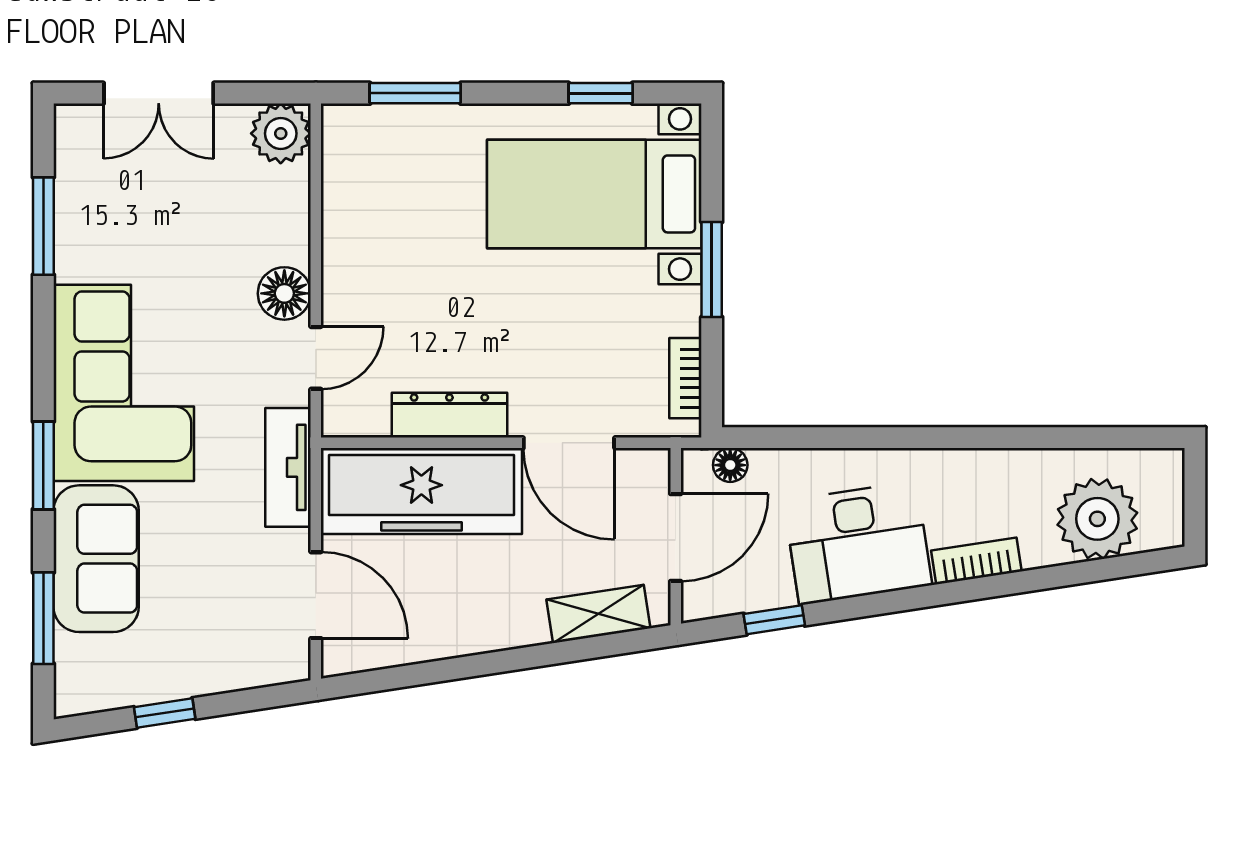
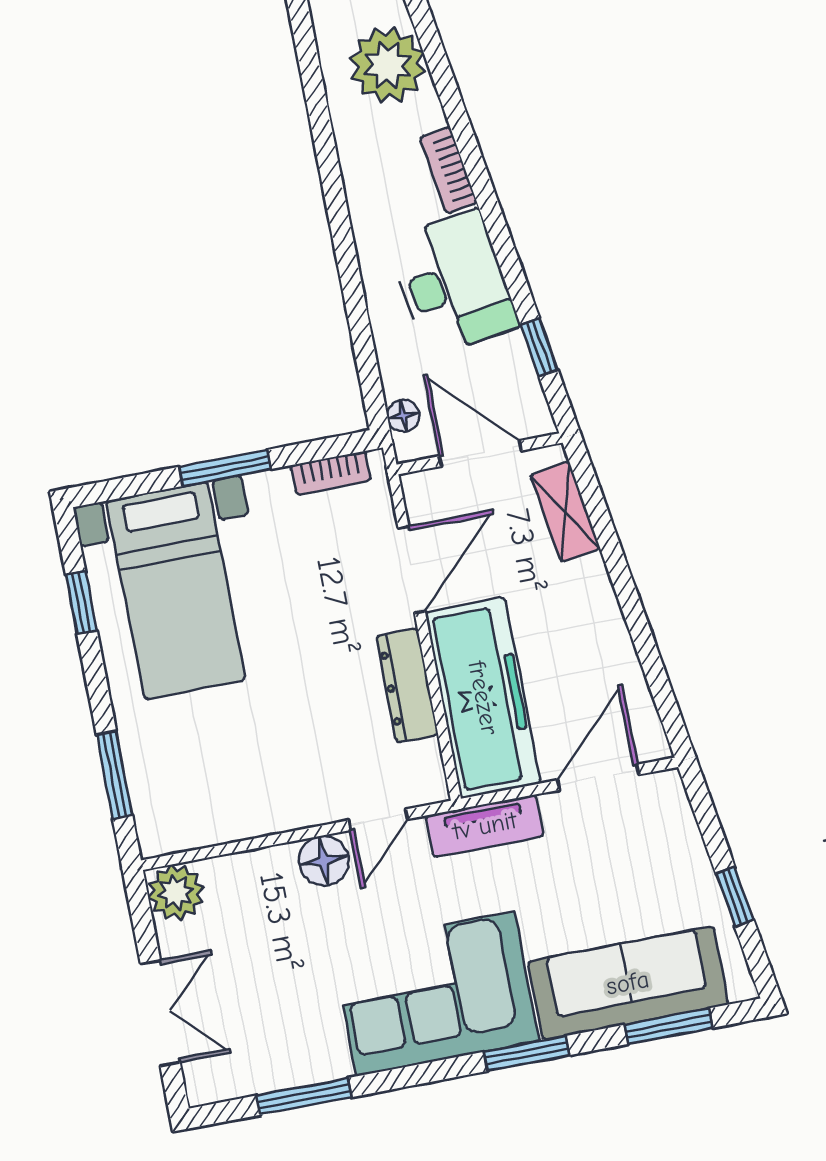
door: (316, 358) -> (378, 820), swing flipped
sofa: (96, 559) -> (628, 983), width x1.36

